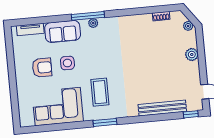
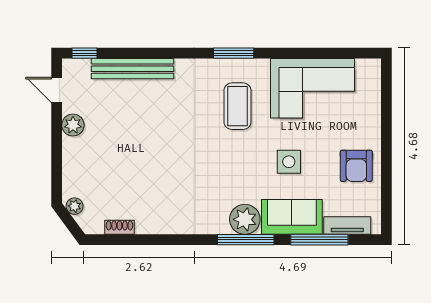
window: (46, 20) -> (319, 240), added
plant: (93, 23) -> (245, 219), width x1.87, depth x1.87
plant: (192, 55) -> (73, 125), moved
armchair: (42, 68) -> (356, 166), moved, turned -90

